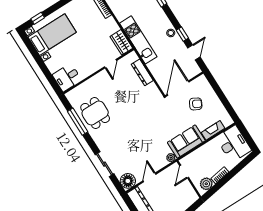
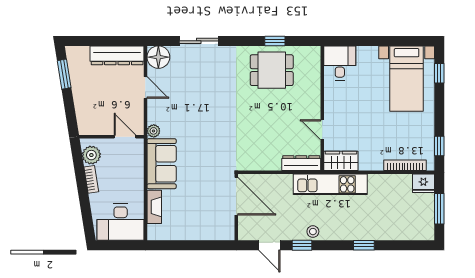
dresser: (142, 72) -> (301, 163), moved
armchair: (196, 104) -> (202, 206), removed
window: (78, 122) -> (275, 41), width x0.46

